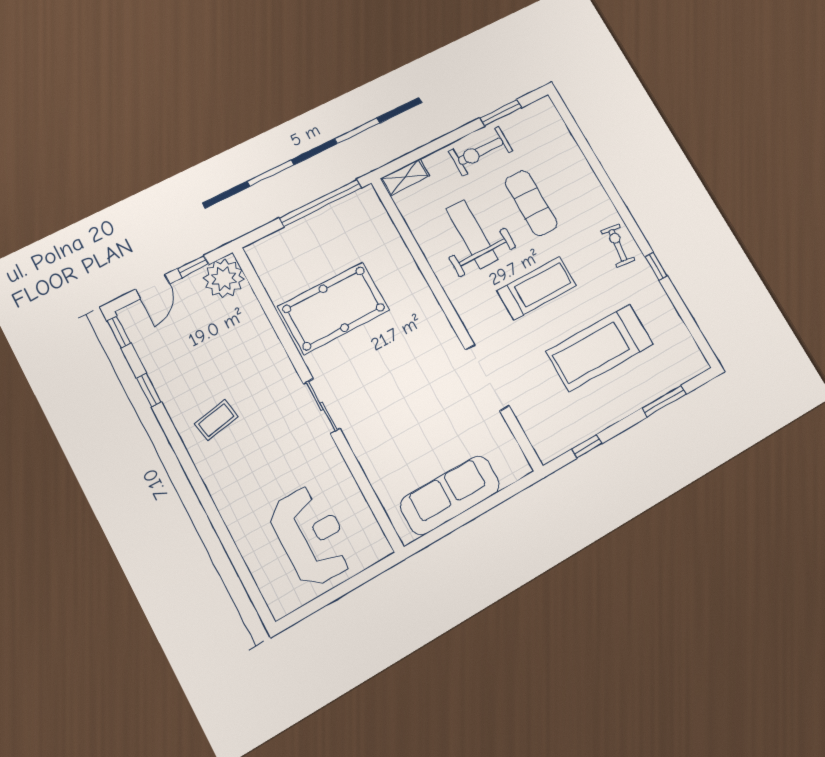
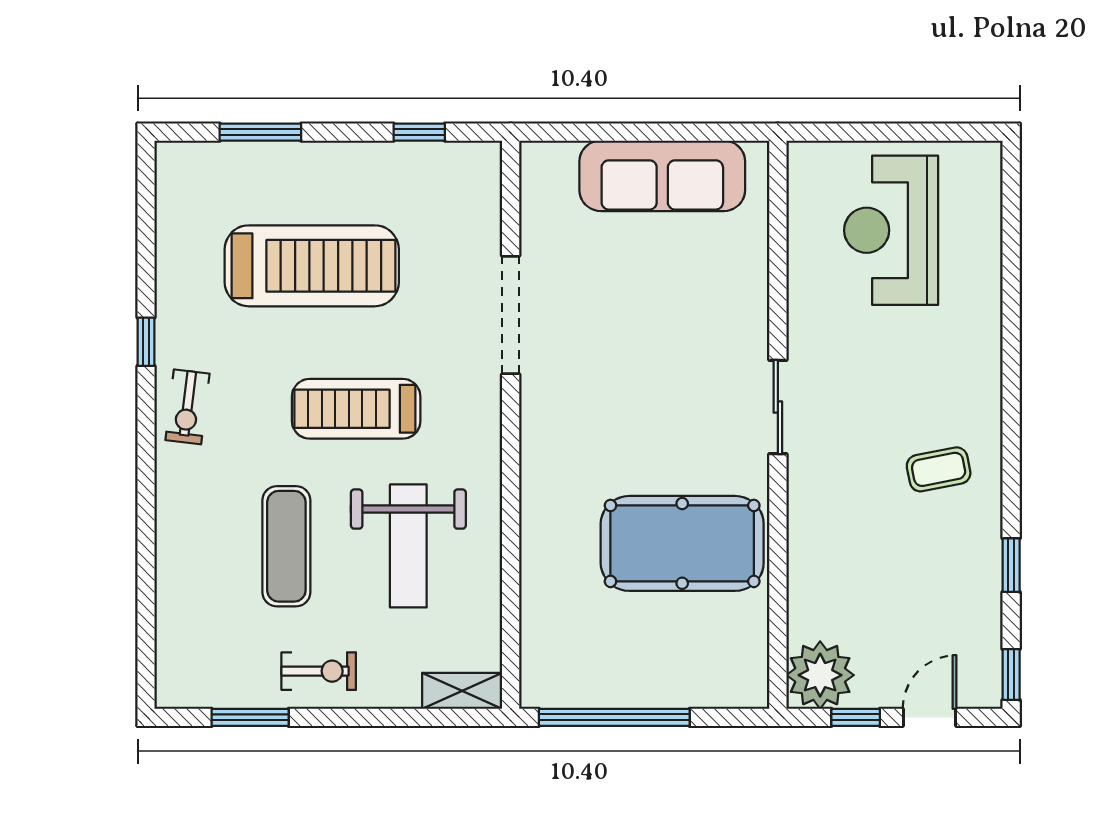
exercise bike: (481, 151) -> (319, 671), width x0.73, depth x0.72

